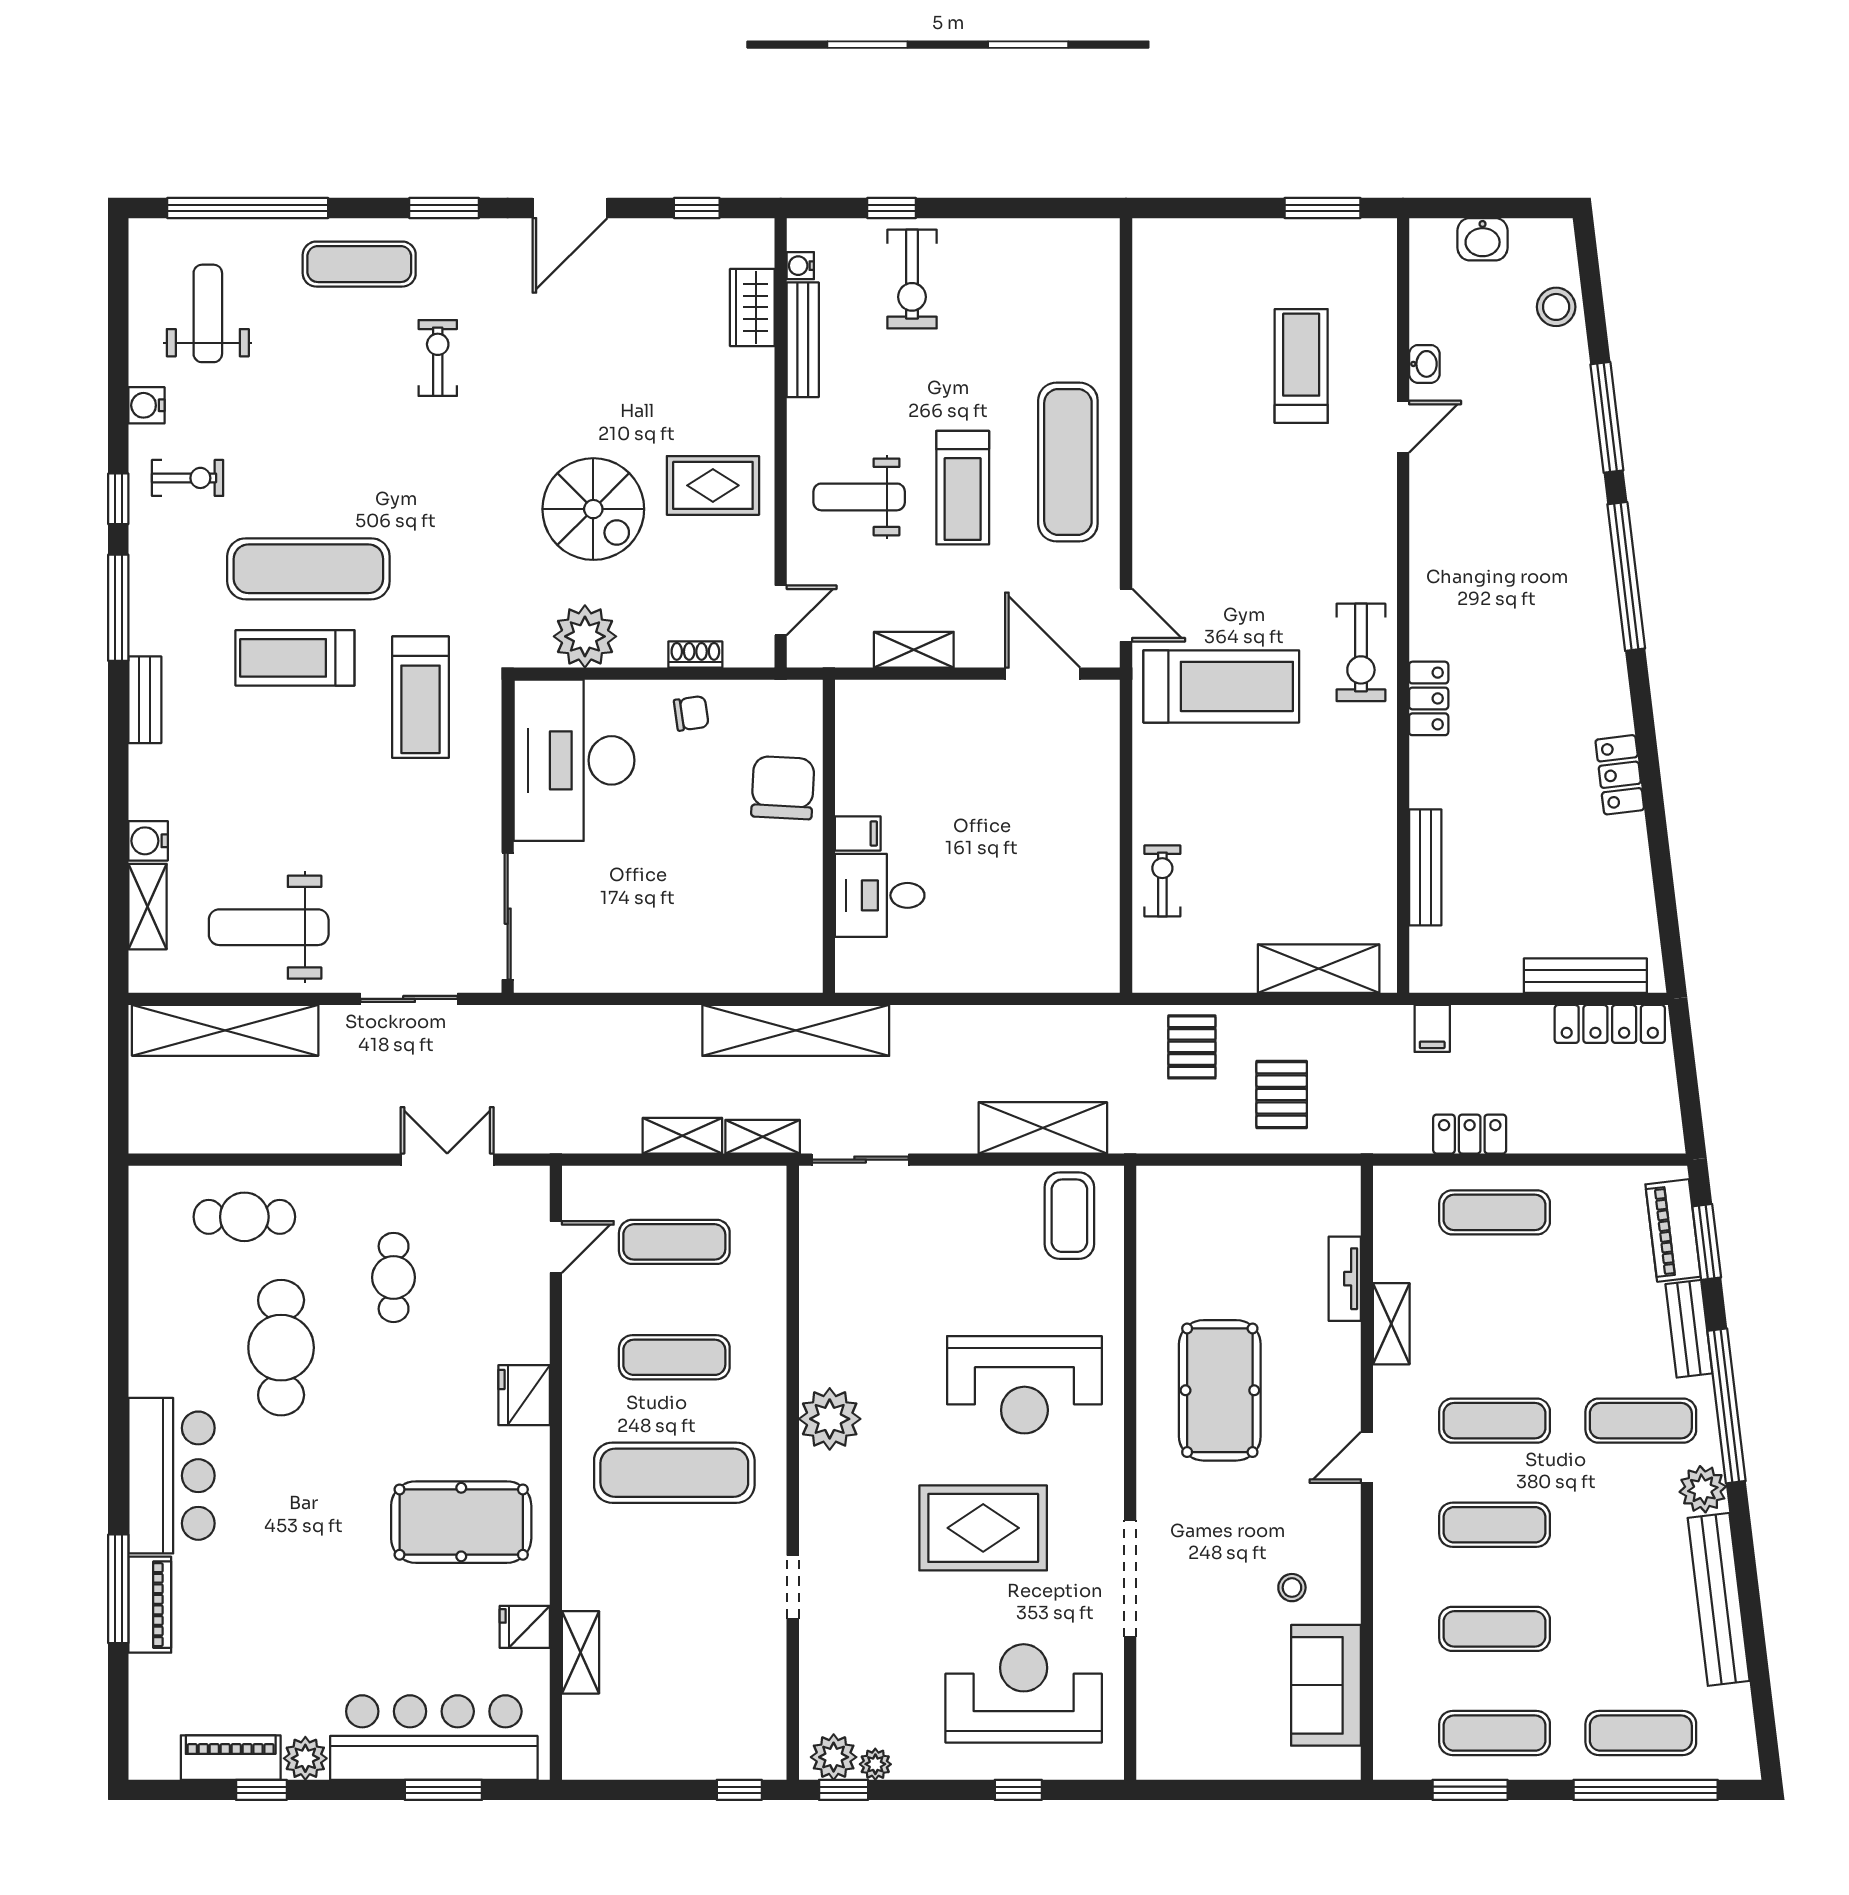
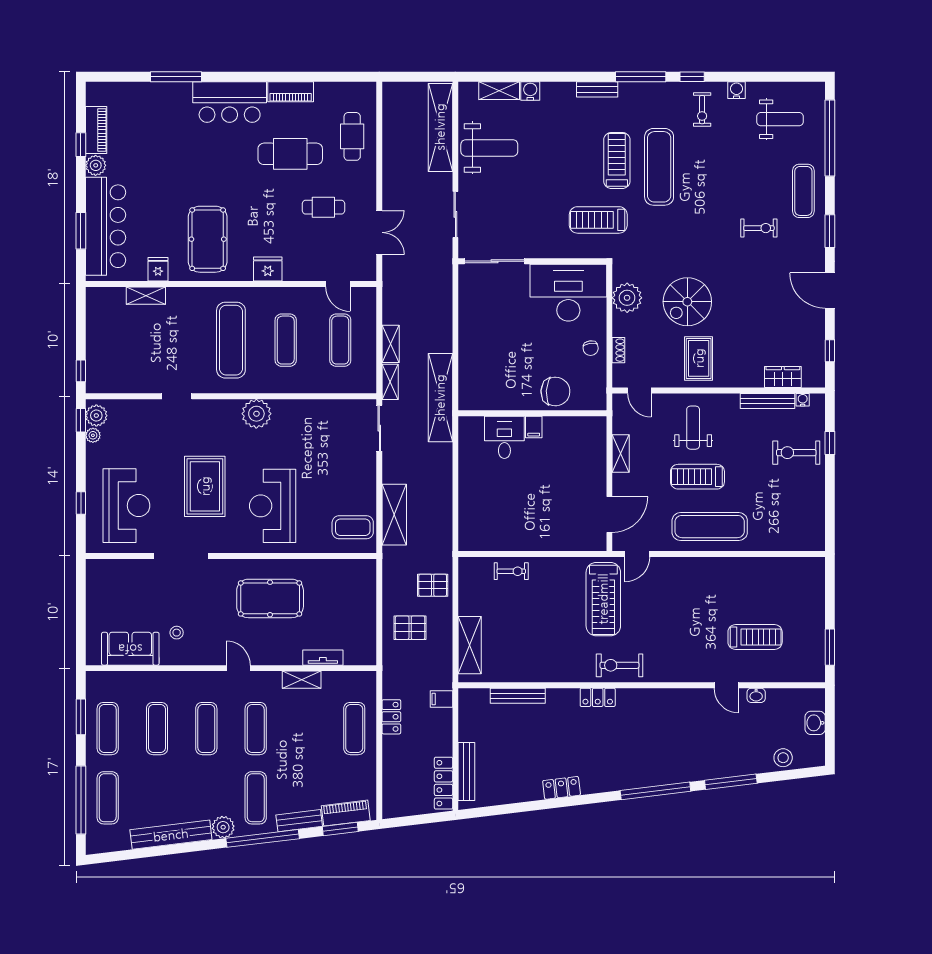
weight bench: (269, 927) -> (489, 148), turned 90
piano: (150, 1605) -> (291, 92), moved

